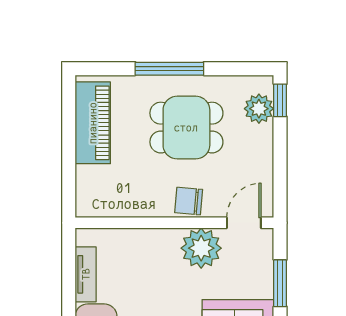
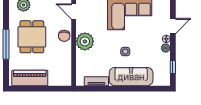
plant: (201, 248) -> (85, 41), moved

